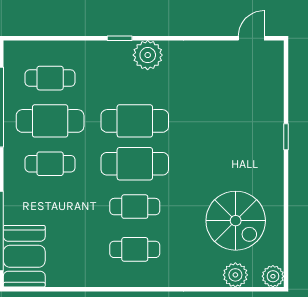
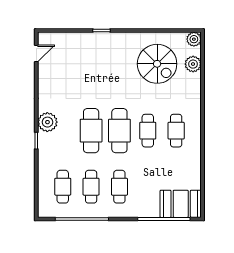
door: (251, 38) -> (36, 54), swing flipped
cafe table: (50, 121) -> (91, 187), width x0.73, depth x0.74
spiral stairs: (236, 221) -> (157, 64), turned 90

